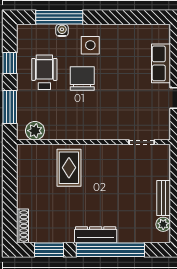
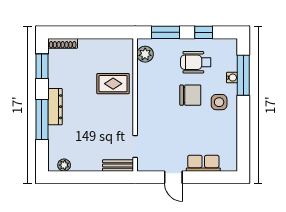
wheelchair: (44, 72) -> (196, 62), turned 180
bench: (164, 198) -> (118, 165), moved
window: (110, 250) -> (42, 119), width x0.68

